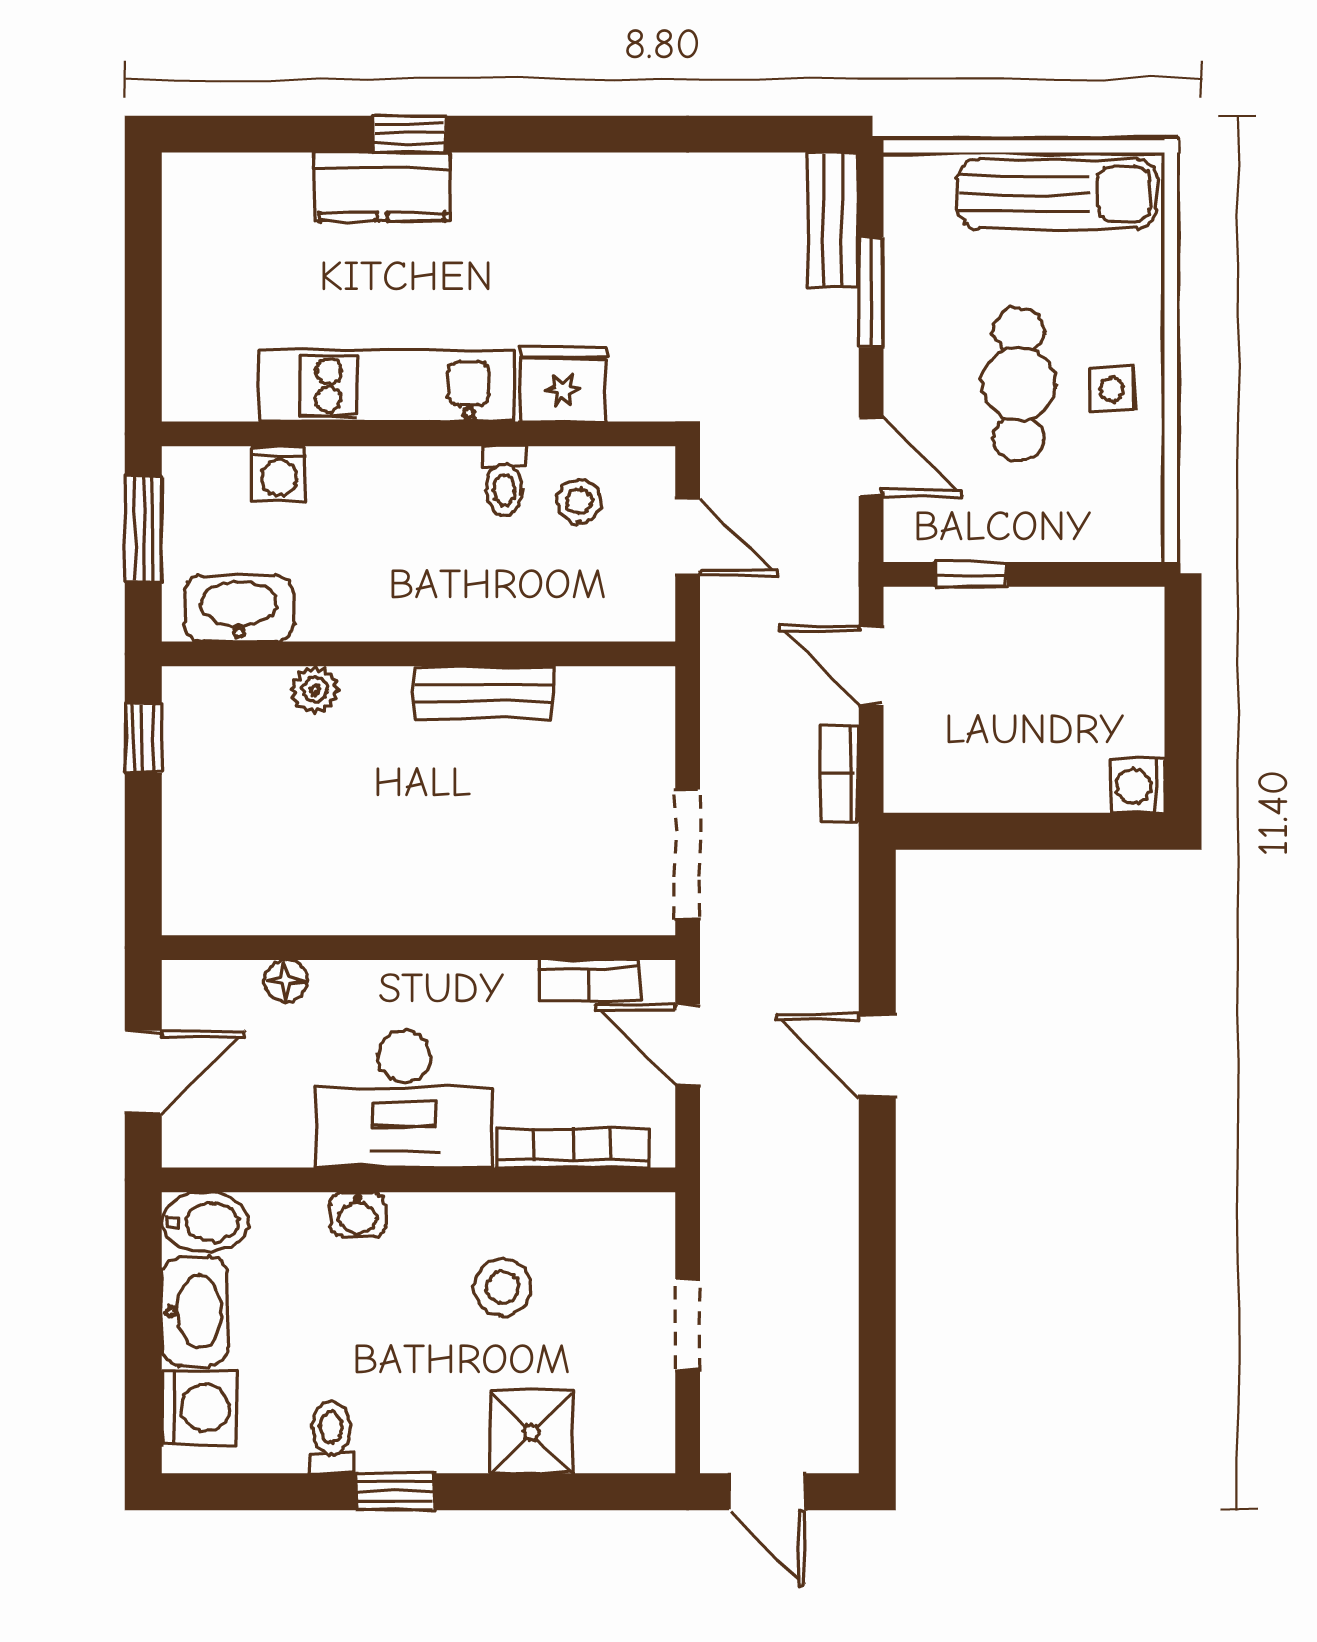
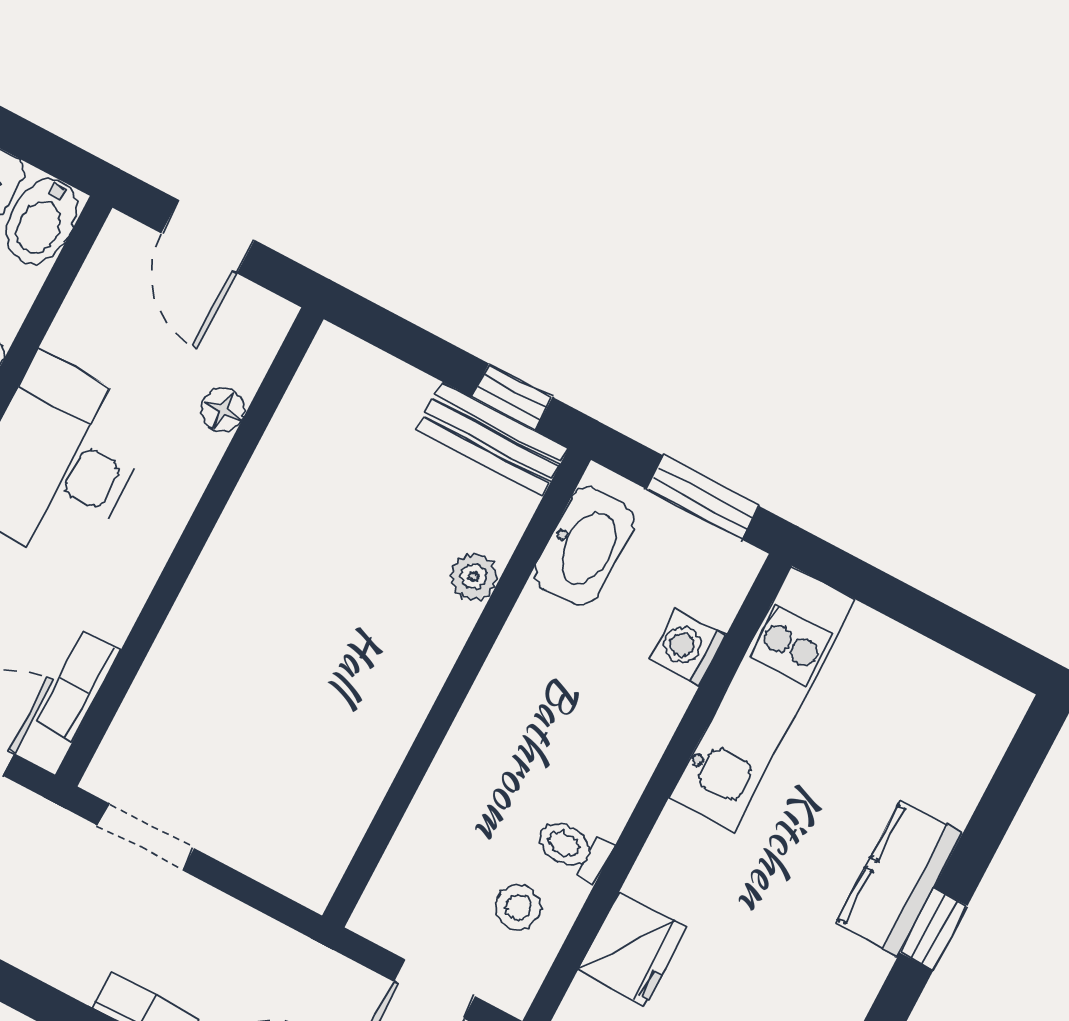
kitchen unit: (387, 386) -> (763, 699), moved
bench: (484, 693) -> (493, 439), moved, turned 90
doorway: (688, 854) -> (146, 837), width x0.73

